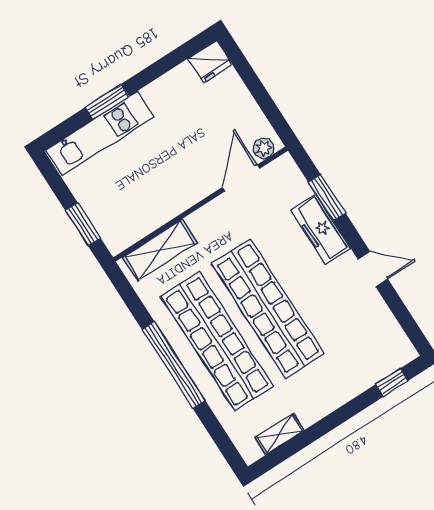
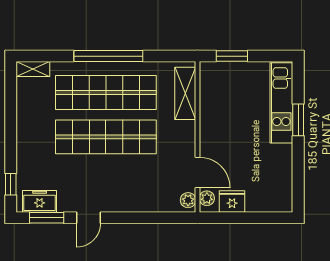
fridge: (210, 62) -> (232, 202), moved, turned 90
plant: (280, 168) -> (188, 200), added
window: (327, 198) -> (47, 218), moved
freezer: (321, 229) -> (40, 201), moved, width x0.71
shelving: (279, 434) -> (33, 69), moved, turned 90

